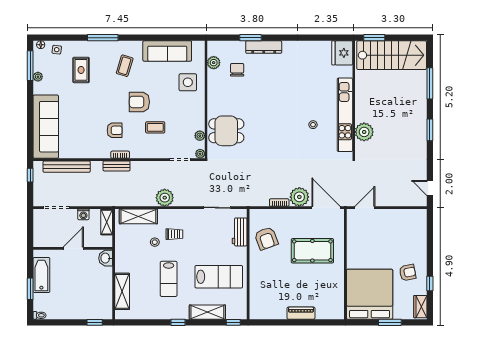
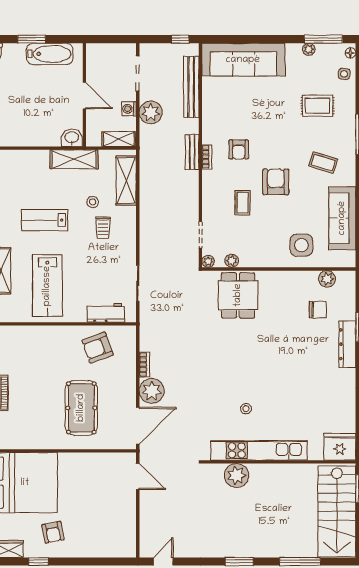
plant: (165, 198) -> (151, 112), moved
shelving: (122, 291) -> (74, 159), moved

